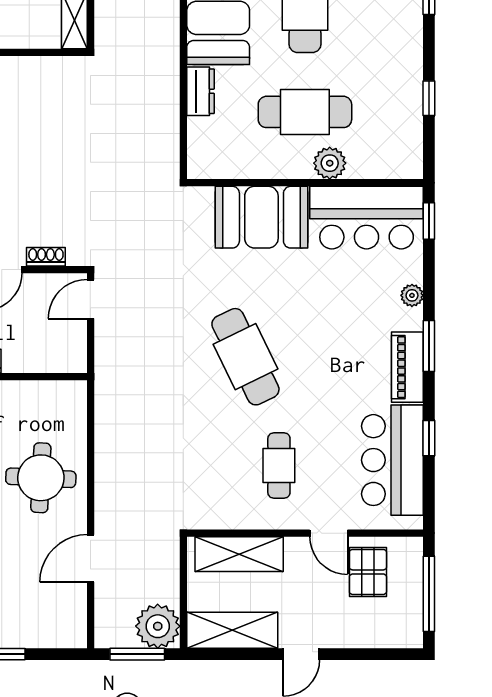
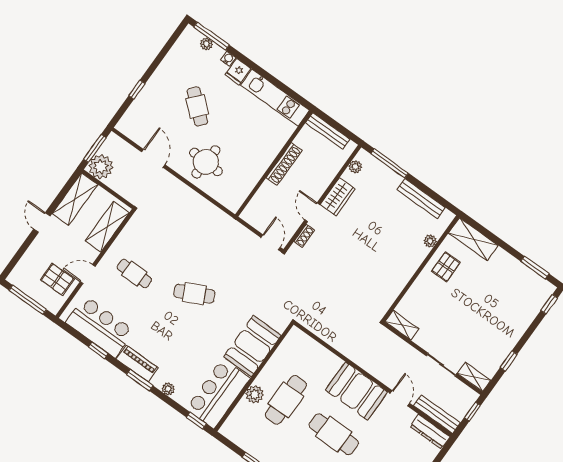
dresser: (200, 91) -> (329, 359), removed
cafe table: (245, 357) -> (194, 294), width x0.73, depth x0.74

